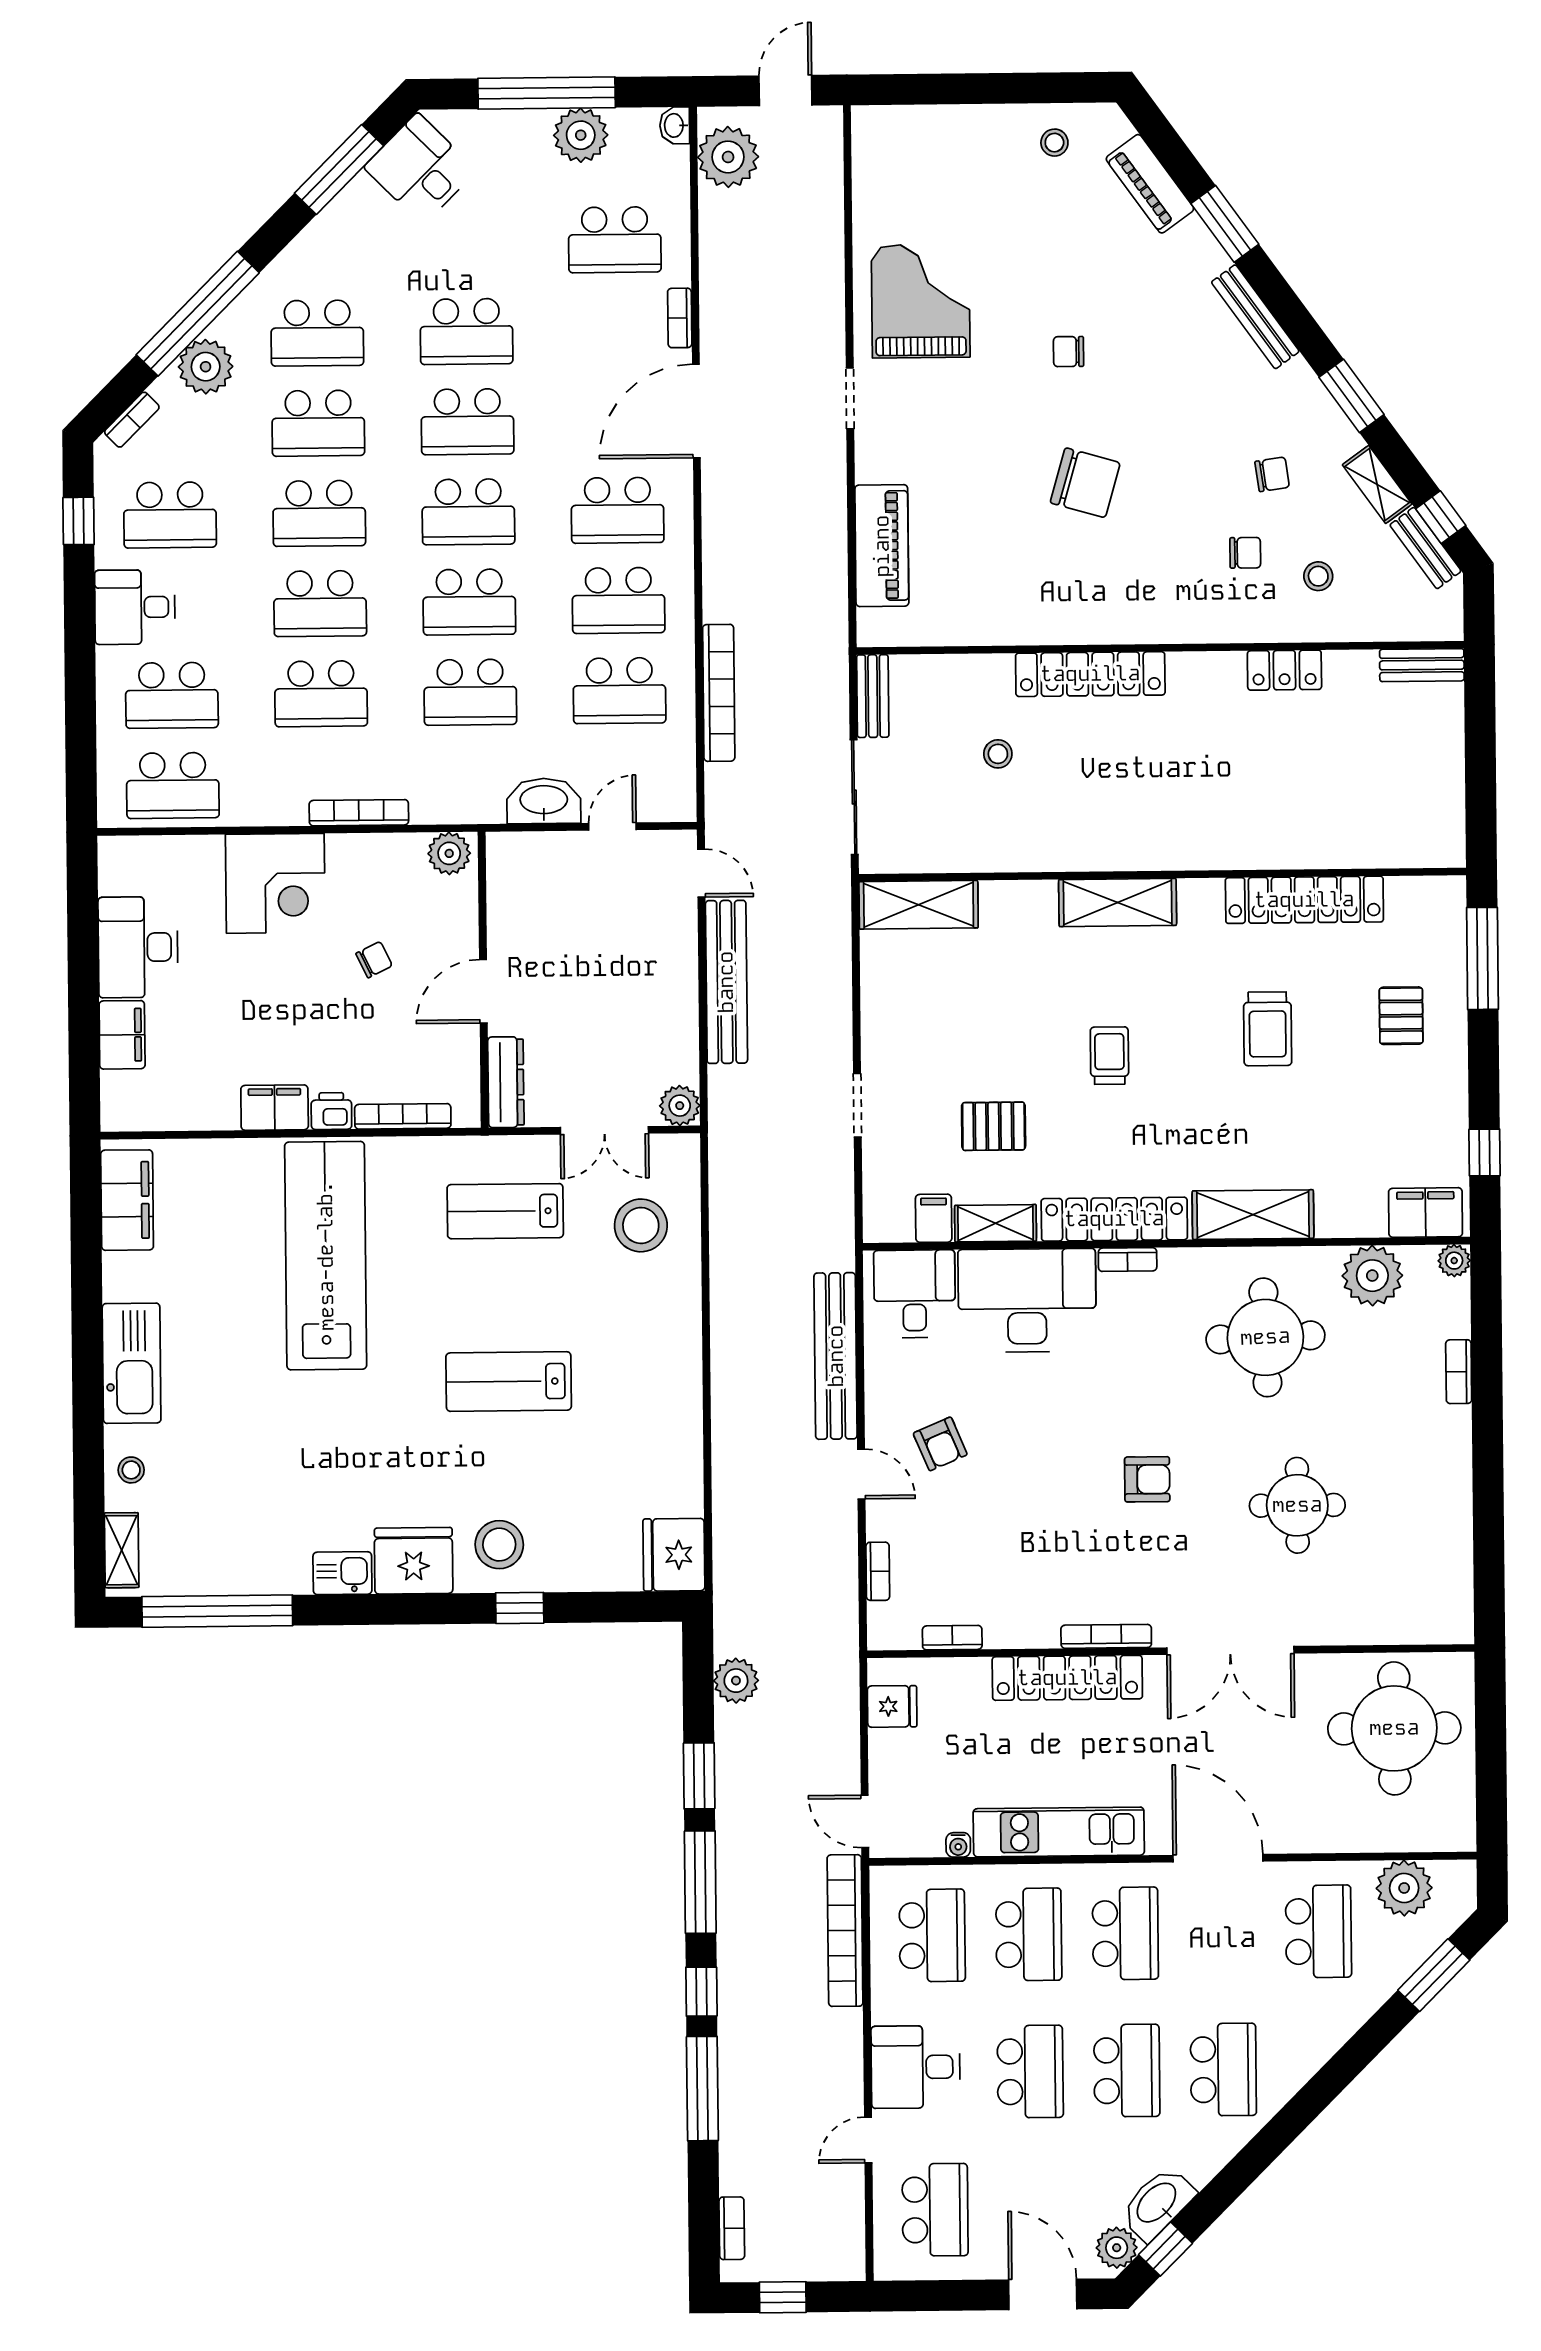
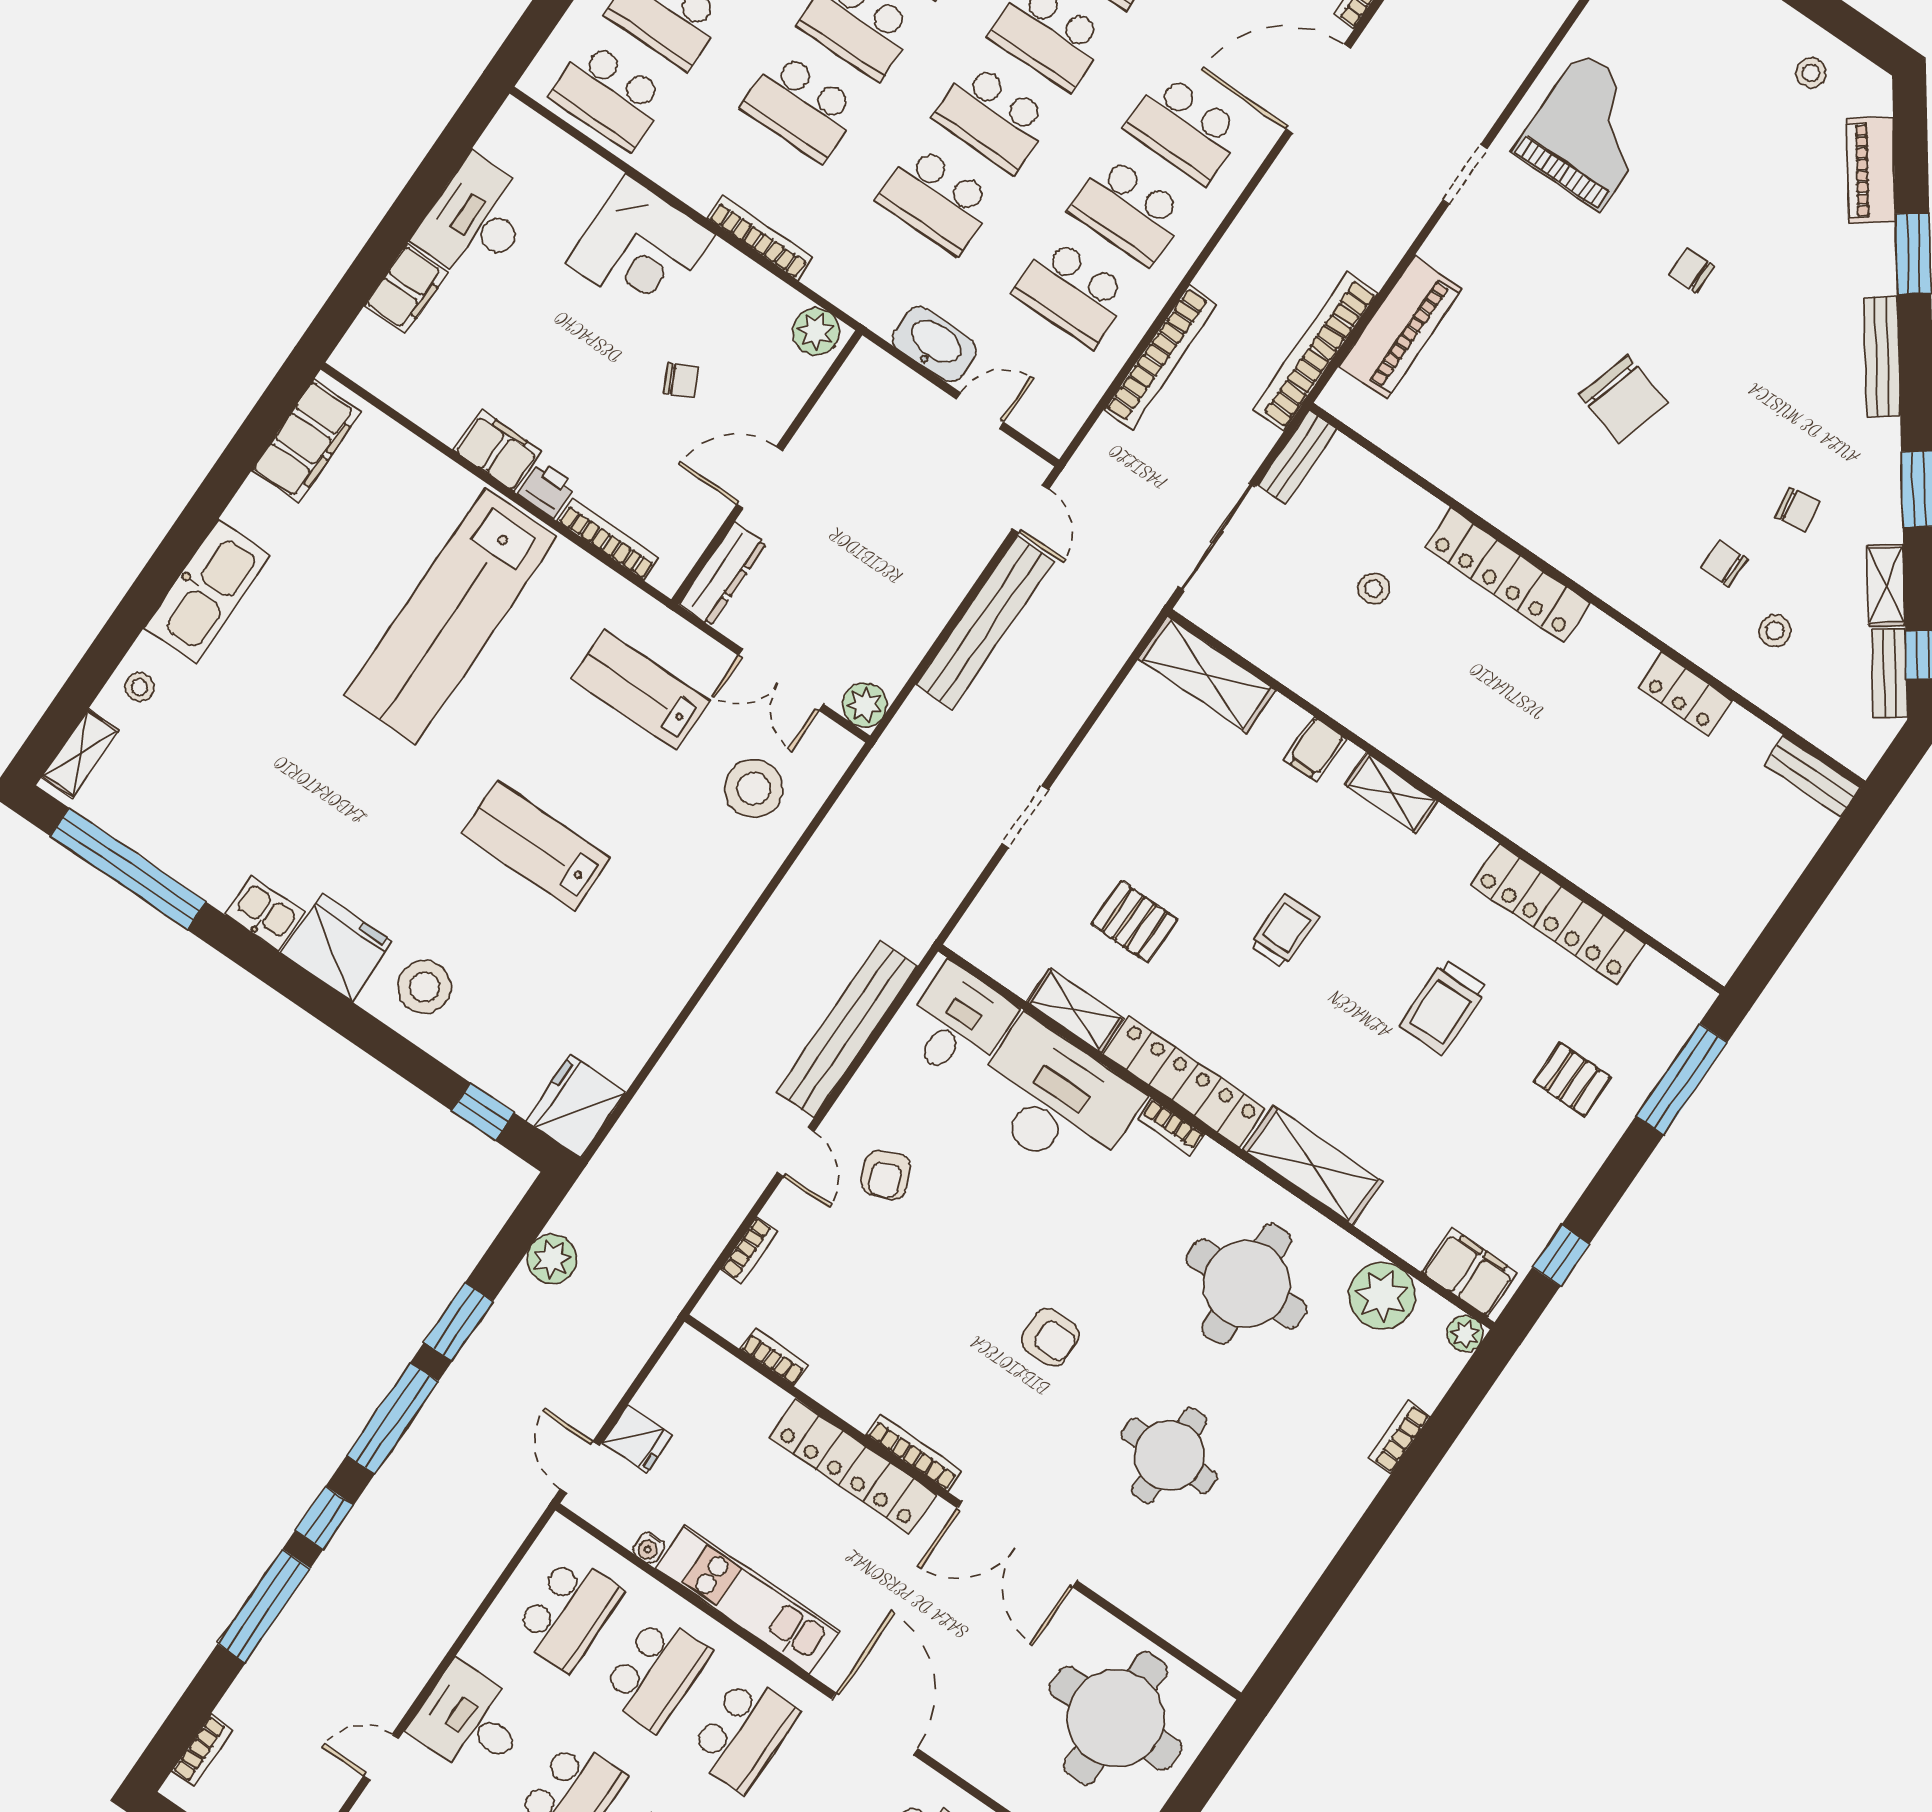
chair: (1245, 553) -> (1724, 563), turned 180
shelving: (1118, 902) -> (1391, 793), width x0.67, depth x0.75
pallet: (1401, 1016) -> (1572, 1079), turned 90
filing cabinet: (934, 1218) -> (1315, 749), moved, turned 180
lab bench: (326, 1256) -> (450, 617), turned 180
window: (520, 1608) -> (483, 1112), moved
fridge: (892, 1706) -> (637, 1439), moved
bookcase: (845, 1931) -> (1316, 351), moved

